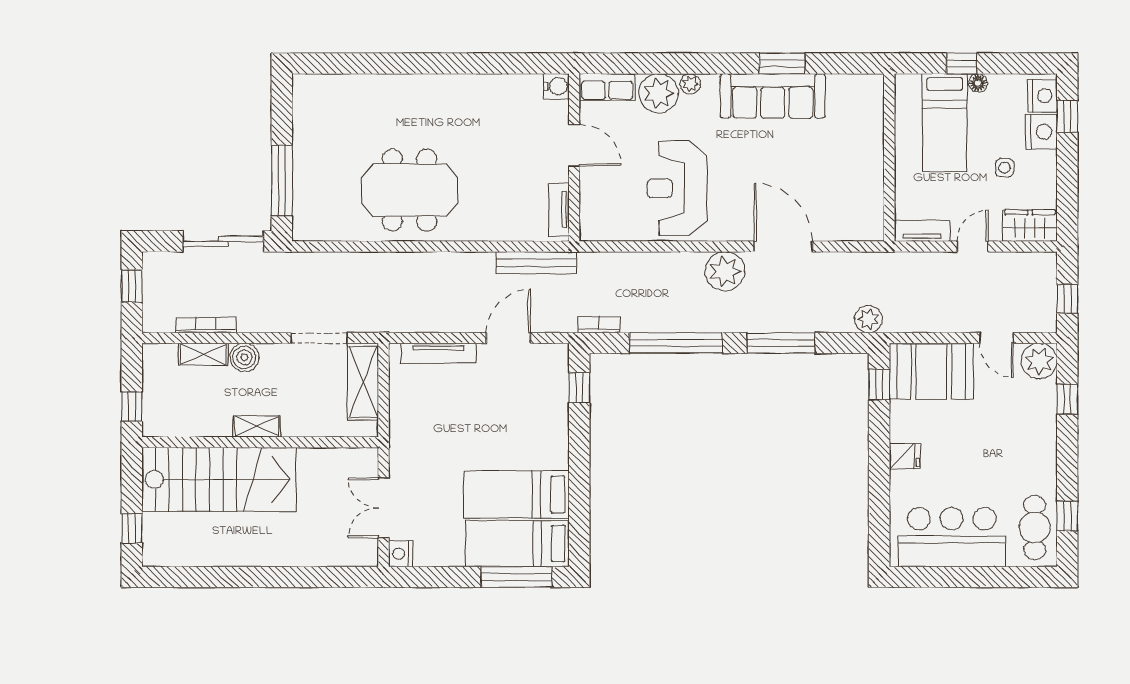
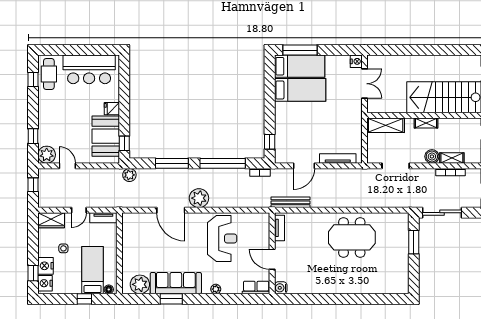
floor lamp: (978, 83) -> (109, 289), moved
plant: (658, 93) -> (140, 284), moved
window: (282, 180) -> (414, 242), width x0.69
booth: (931, 371) -> (106, 136), moved, turned 90
shelving: (363, 382) -> (386, 125), moved, turned 90

